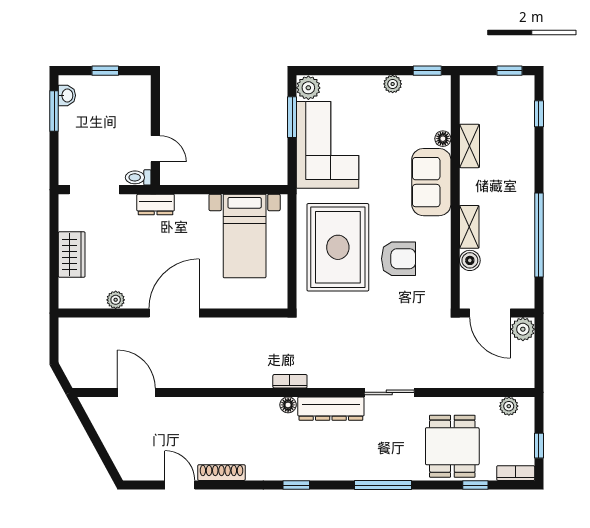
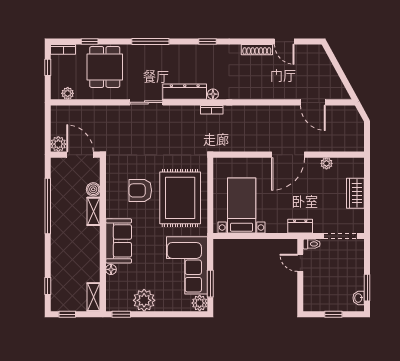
plant: (393, 84) -> (144, 300), width x1.87, depth x1.87
shelving: (469, 146) -> (94, 297), moved

